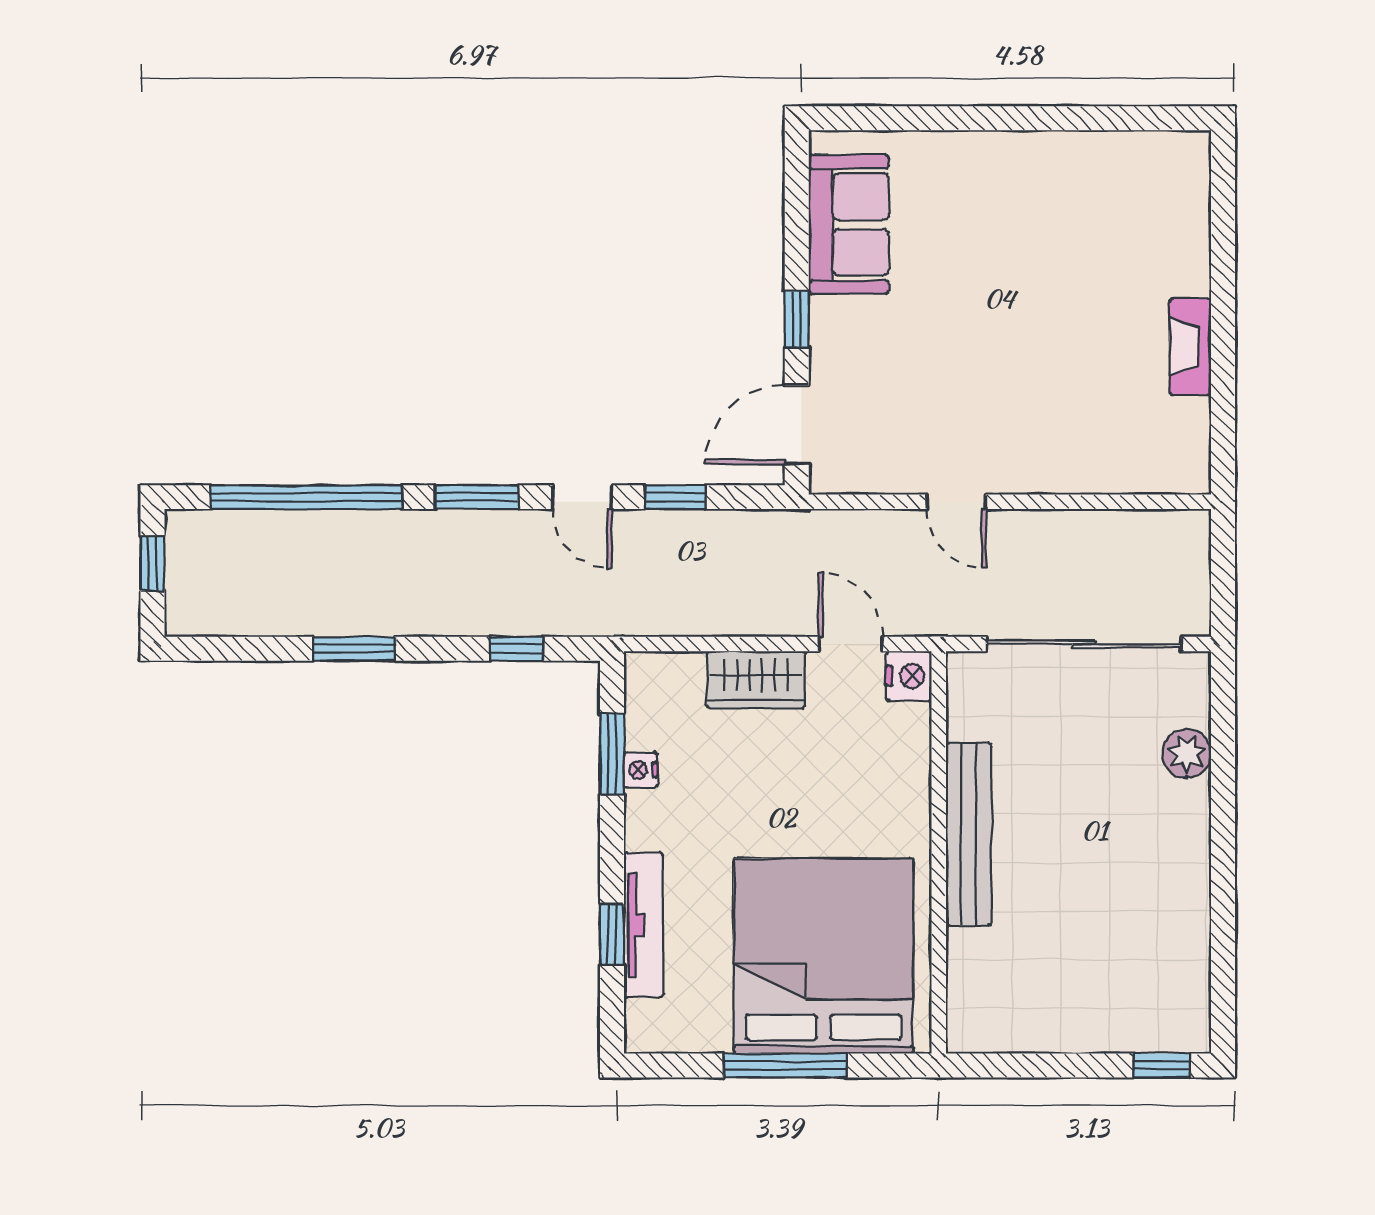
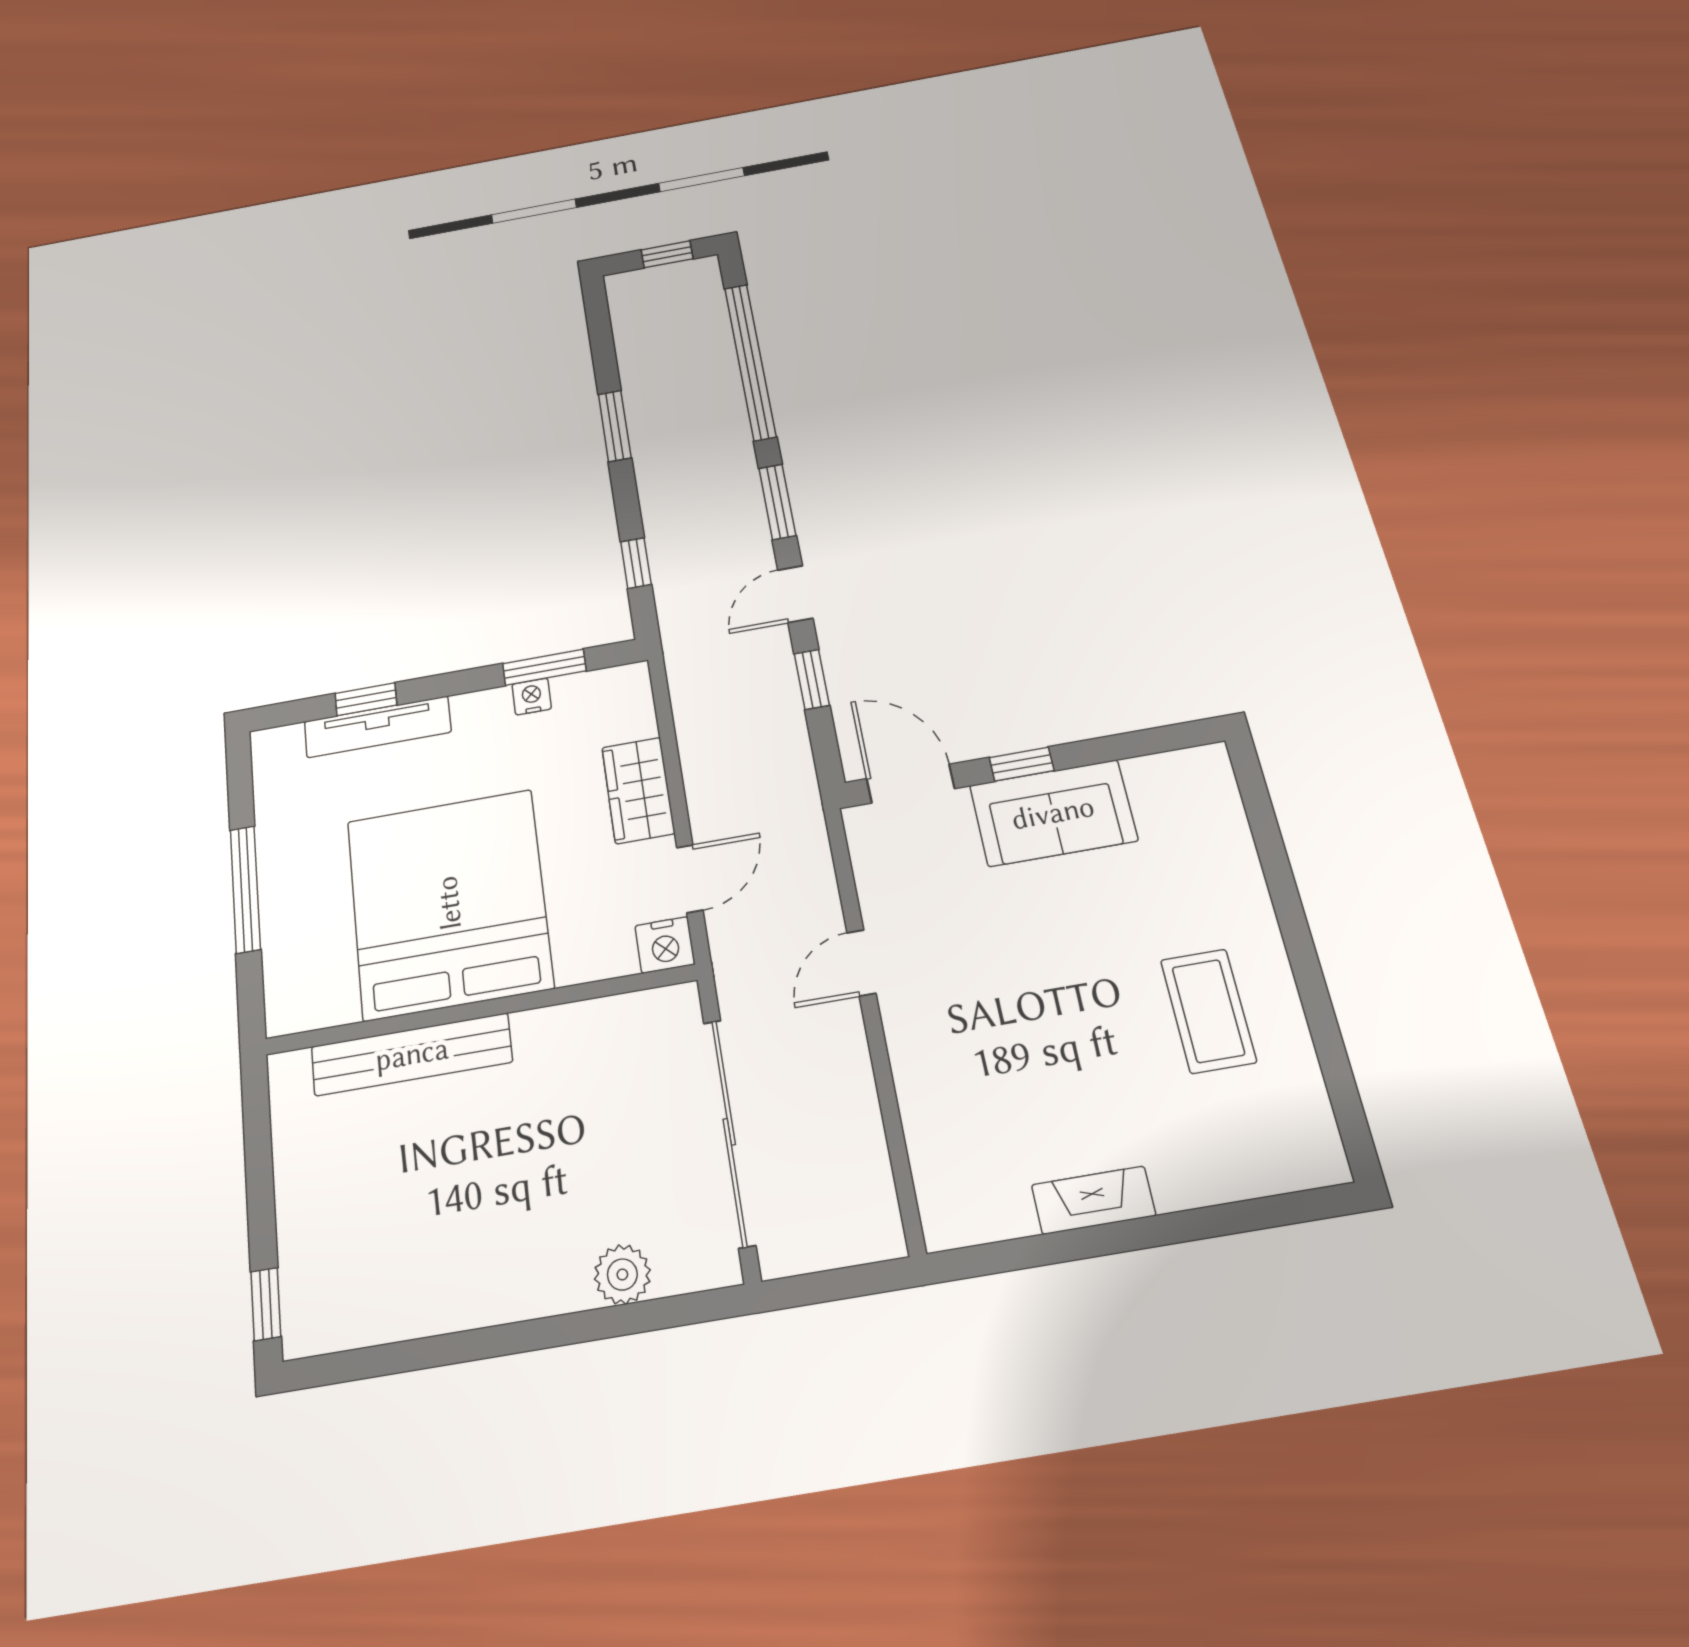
coffee table: (1050, 211) -> (1208, 1011), added
sofa: (849, 224) -> (1053, 813), moved
bench: (969, 834) -> (412, 1054), moved
bed: (824, 956) -> (449, 903), moved, turned -90

